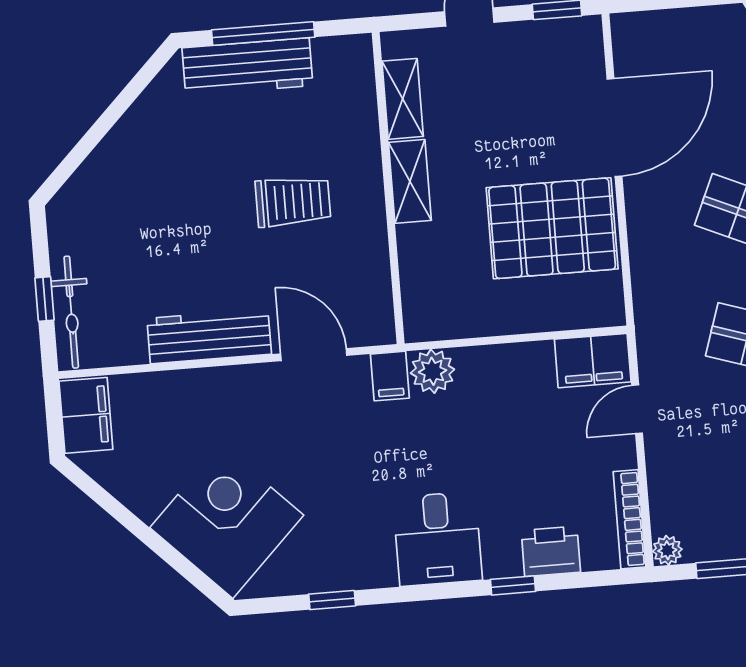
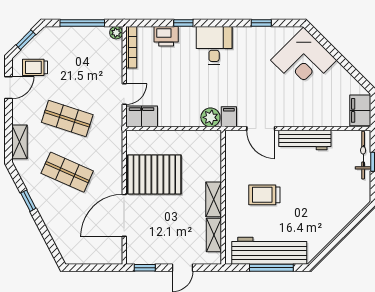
workbench: (247, 67) -> (269, 251), width x1.36, depth x1.32

